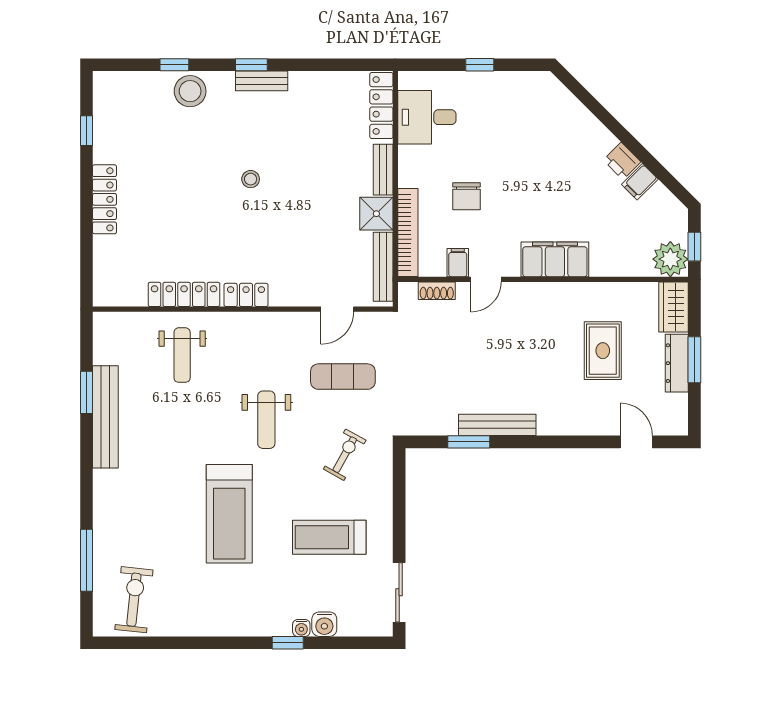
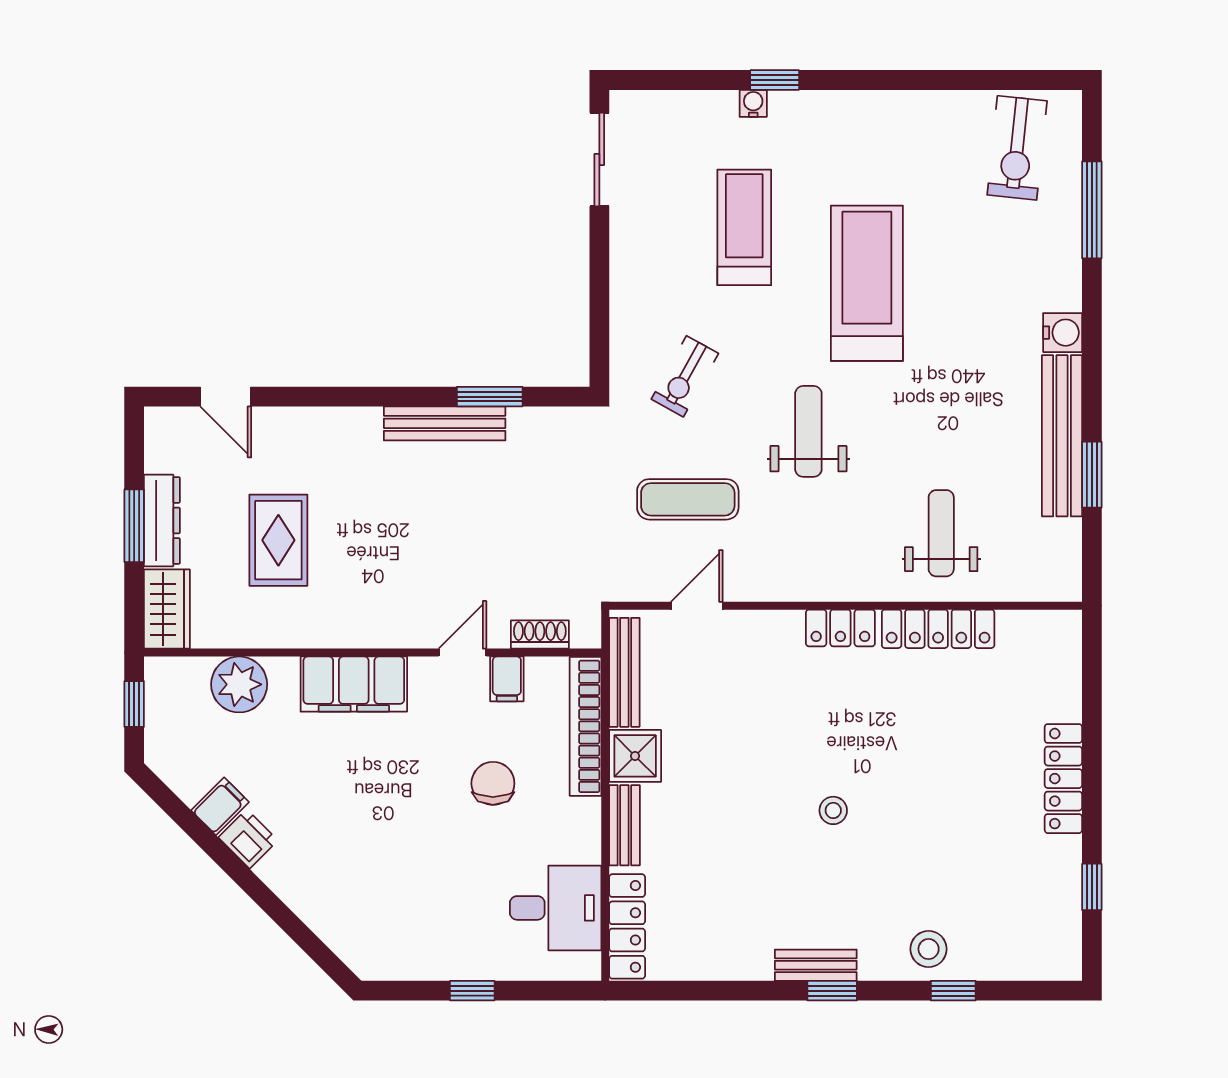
stool: (190, 91) -> (929, 949), width x0.73, depth x0.73
plant: (670, 259) -> (239, 684), moved
treadmill: (329, 537) -> (744, 227), moved, turned -90
water cooler: (324, 624) -> (1063, 333), moved, turned 90

